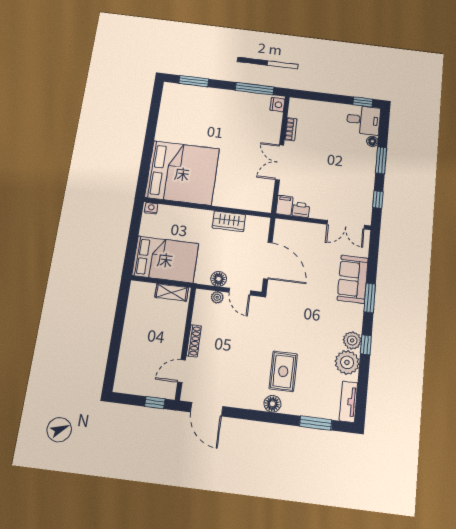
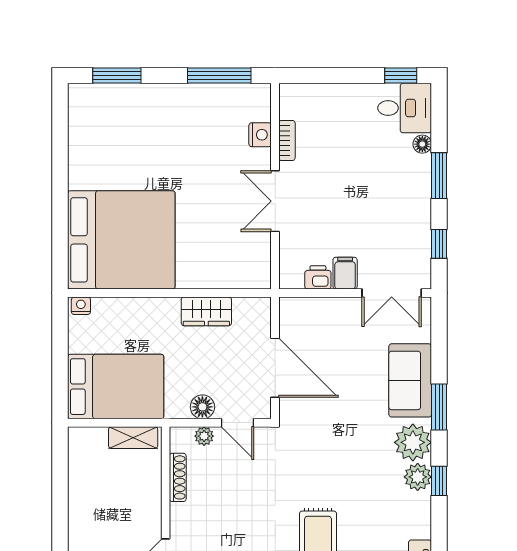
nightstand: (277, 105) -> (260, 135), moved
filing cabinet: (284, 205) -> (345, 273), moved
shoe rack: (194, 341) -> (178, 477), moved
plant: (347, 362) -> (413, 442), moved

